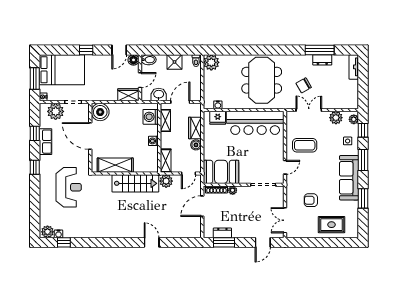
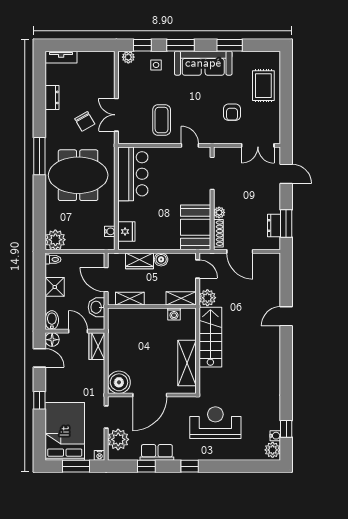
window: (320, 50) -> (39, 156), moved
washing machine: (151, 117) -> (125, 318), removed
plant: (336, 118) -> (126, 80), removed
bar counter: (255, 123) -> (133, 174), width x0.73
washing machine: (153, 141) -> (174, 314), moved

